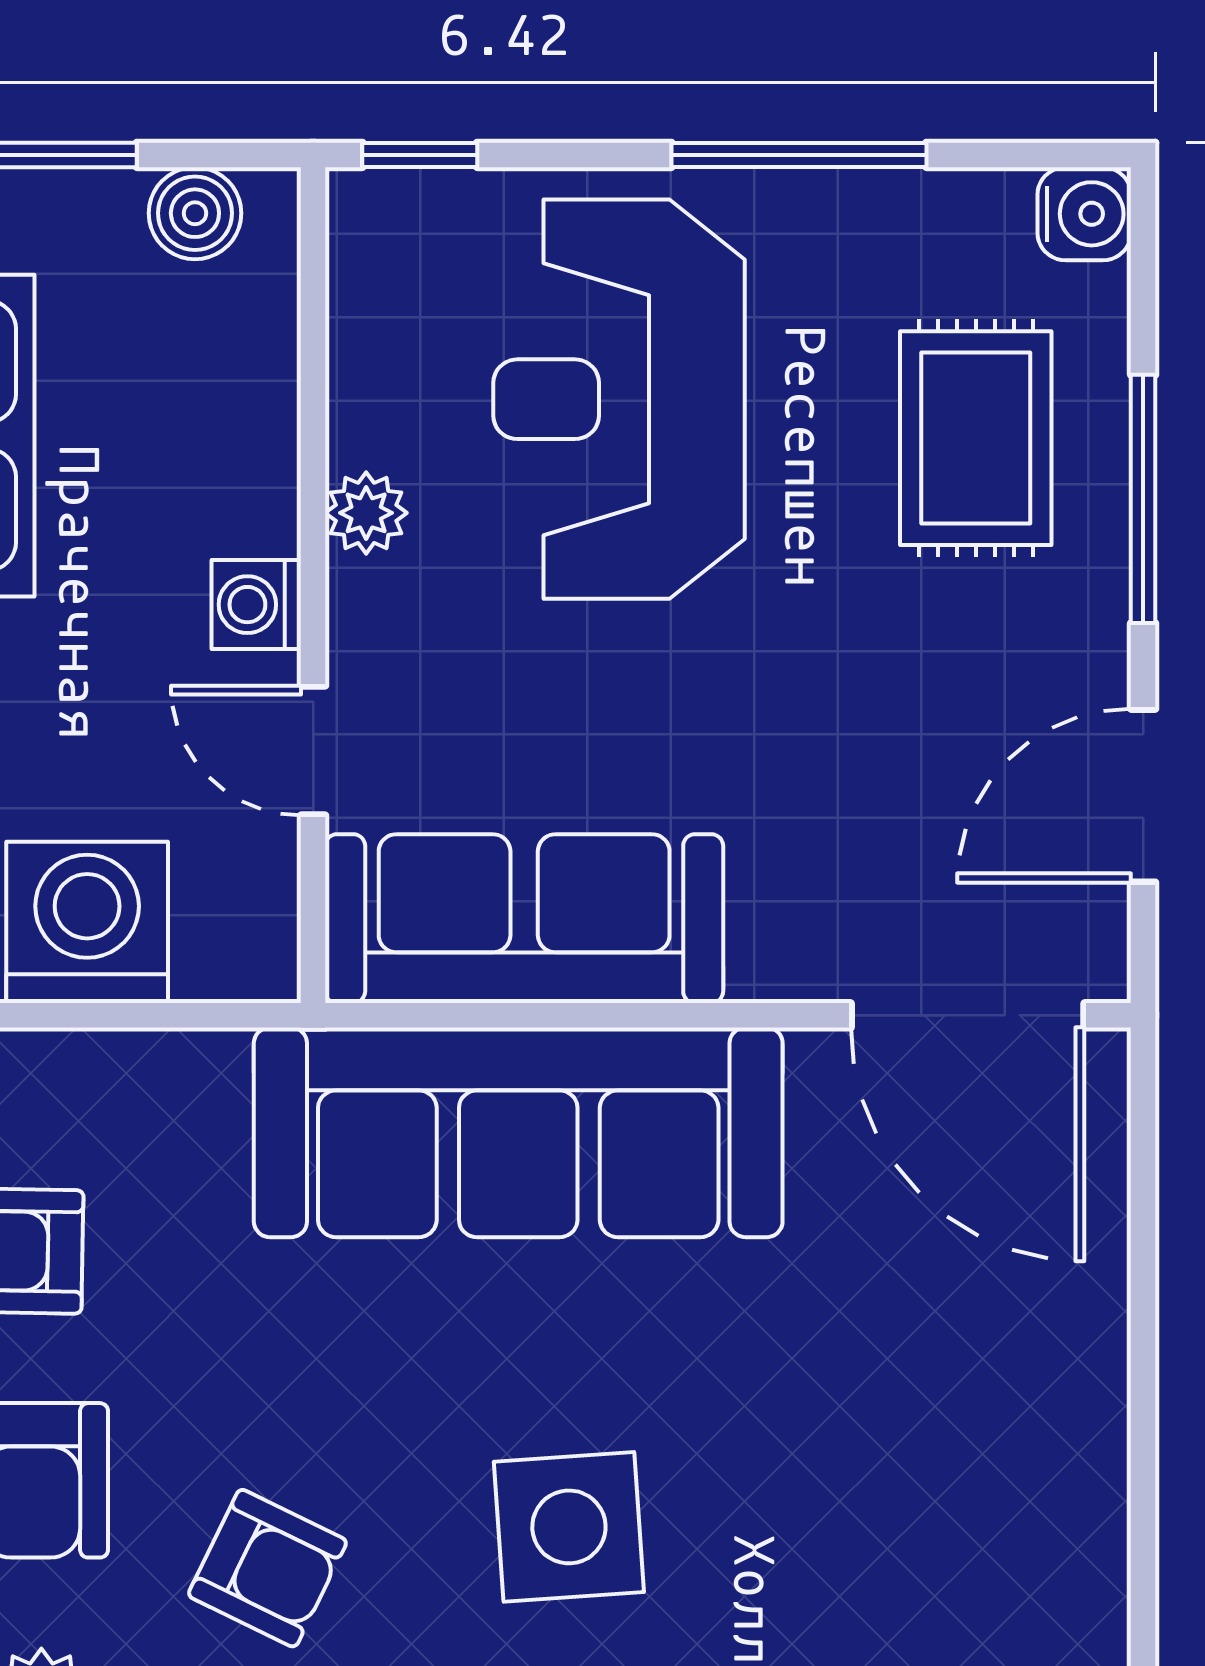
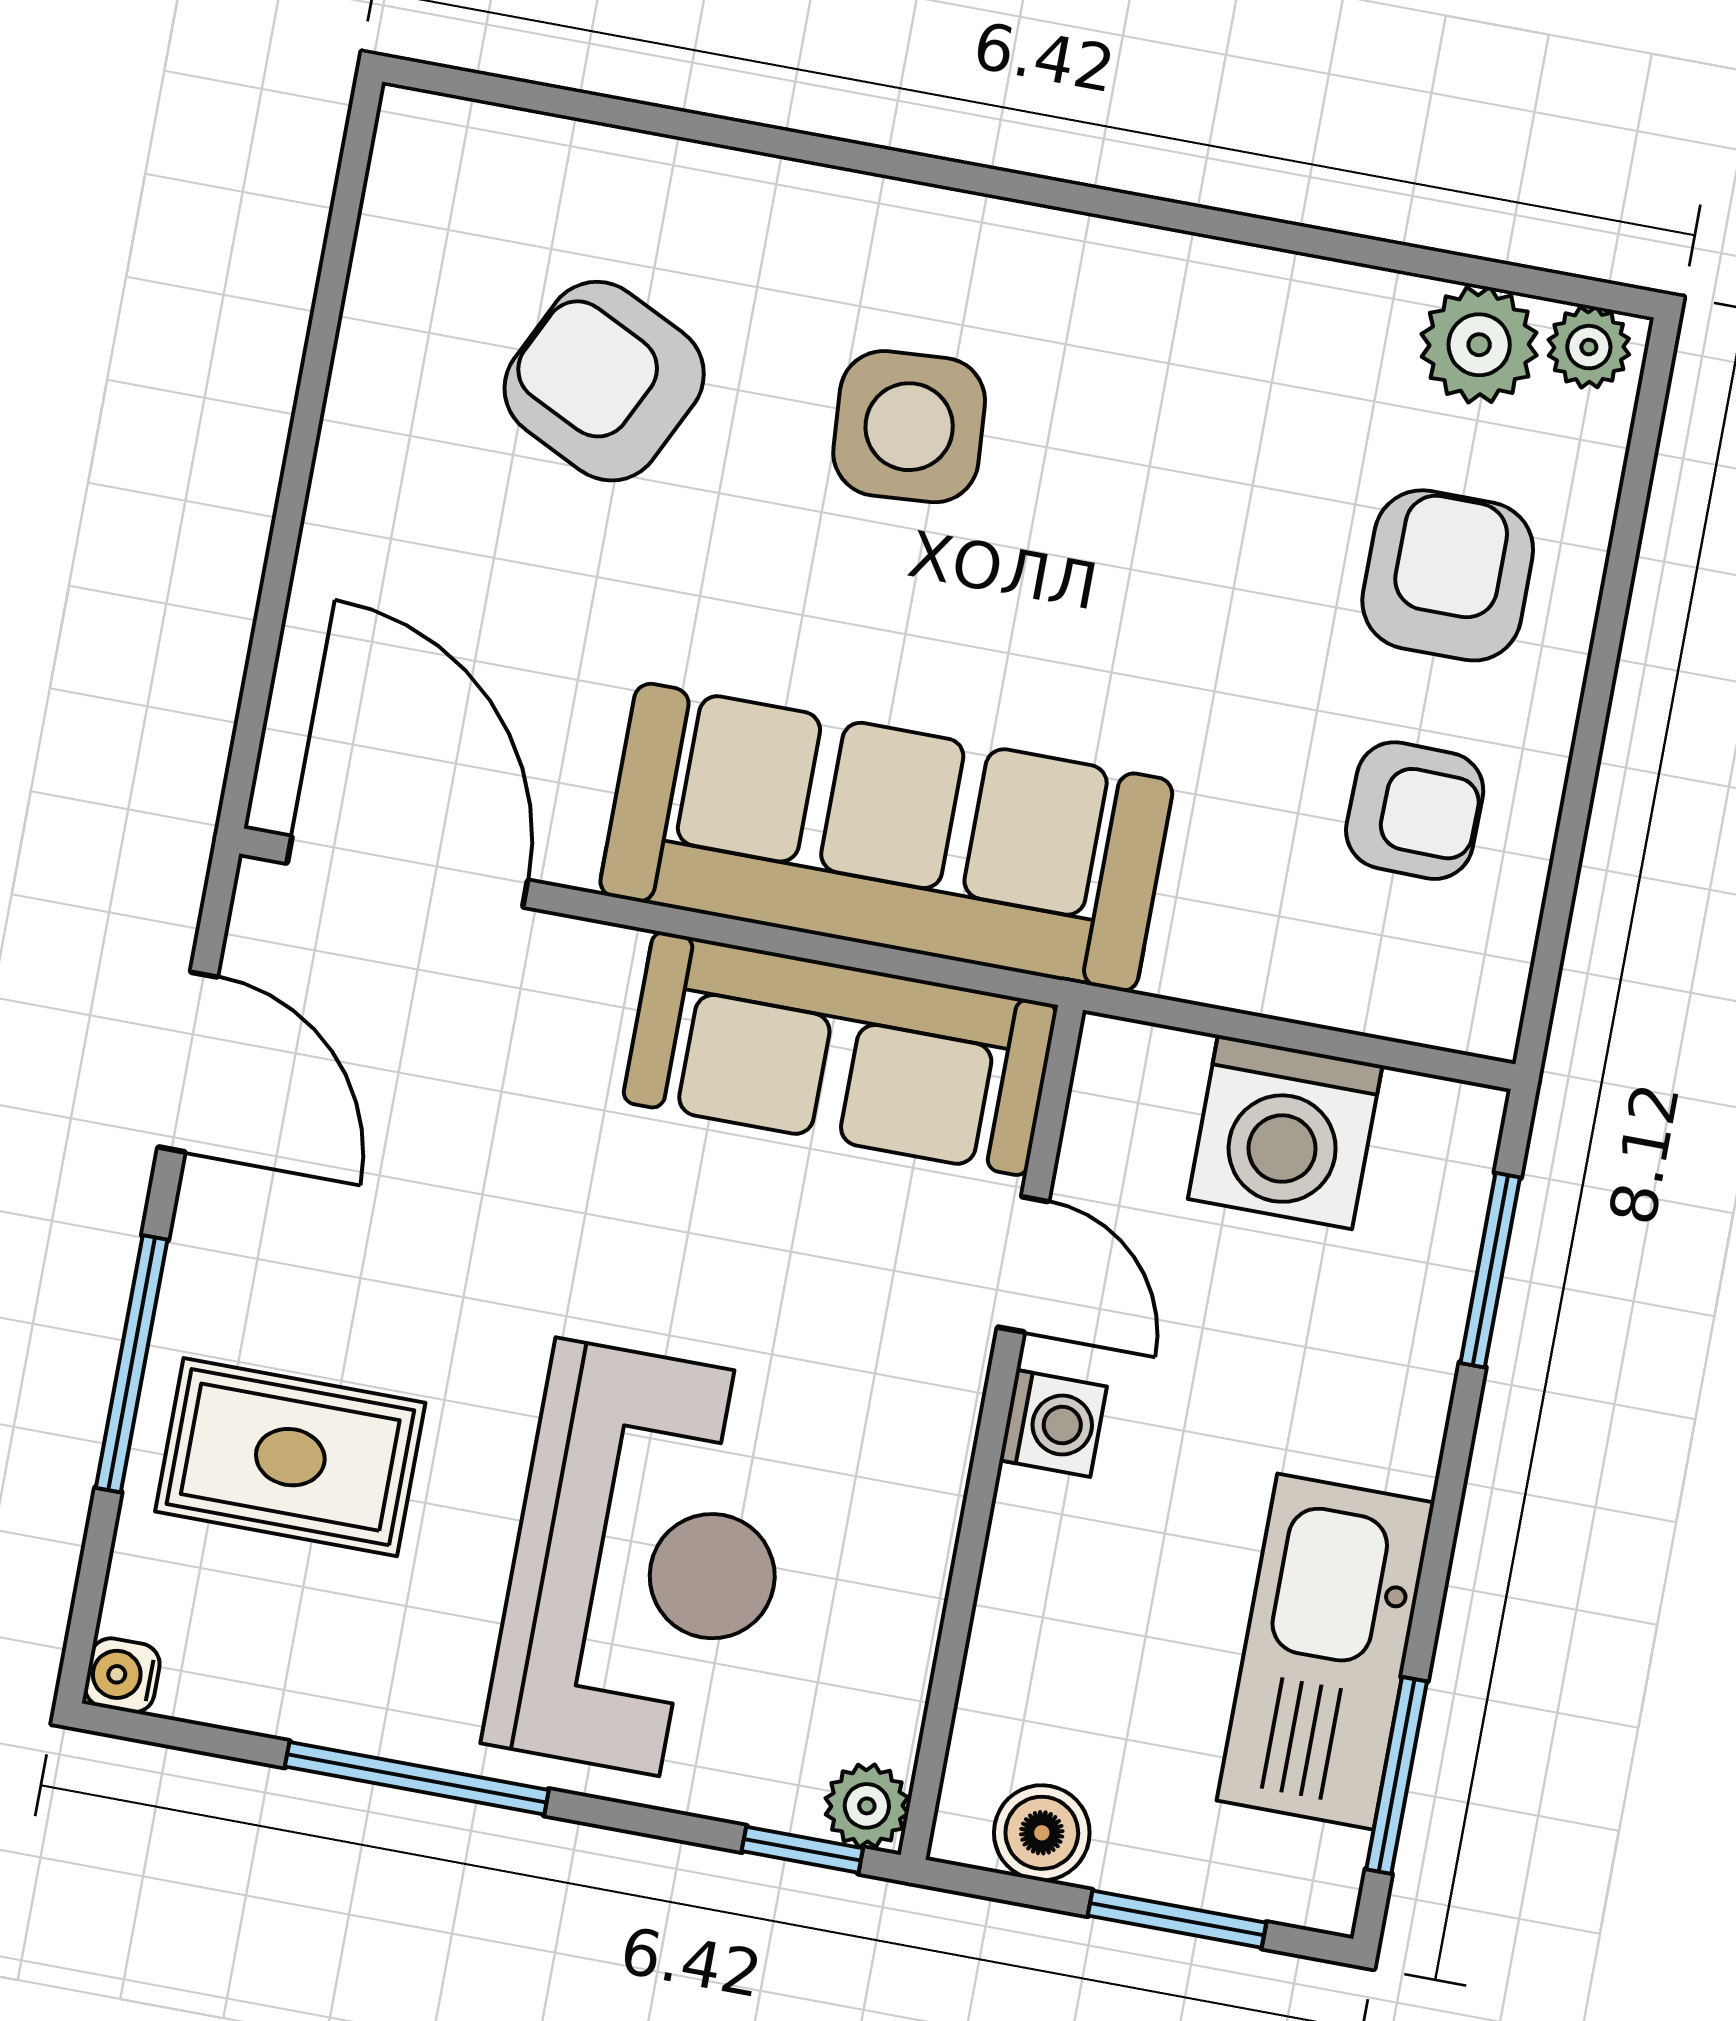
water cooler: (1084, 214) -> (122, 1675), width x0.72, depth x0.72
rug: (976, 438) -> (290, 1457), turned 90
plant: (366, 513) -> (867, 1806), moved
door: (1143, 796) -> (188, 1062), hinge flipped
armchair: (267, 1568) -> (604, 381), moved, width x1.38, depth x1.38

